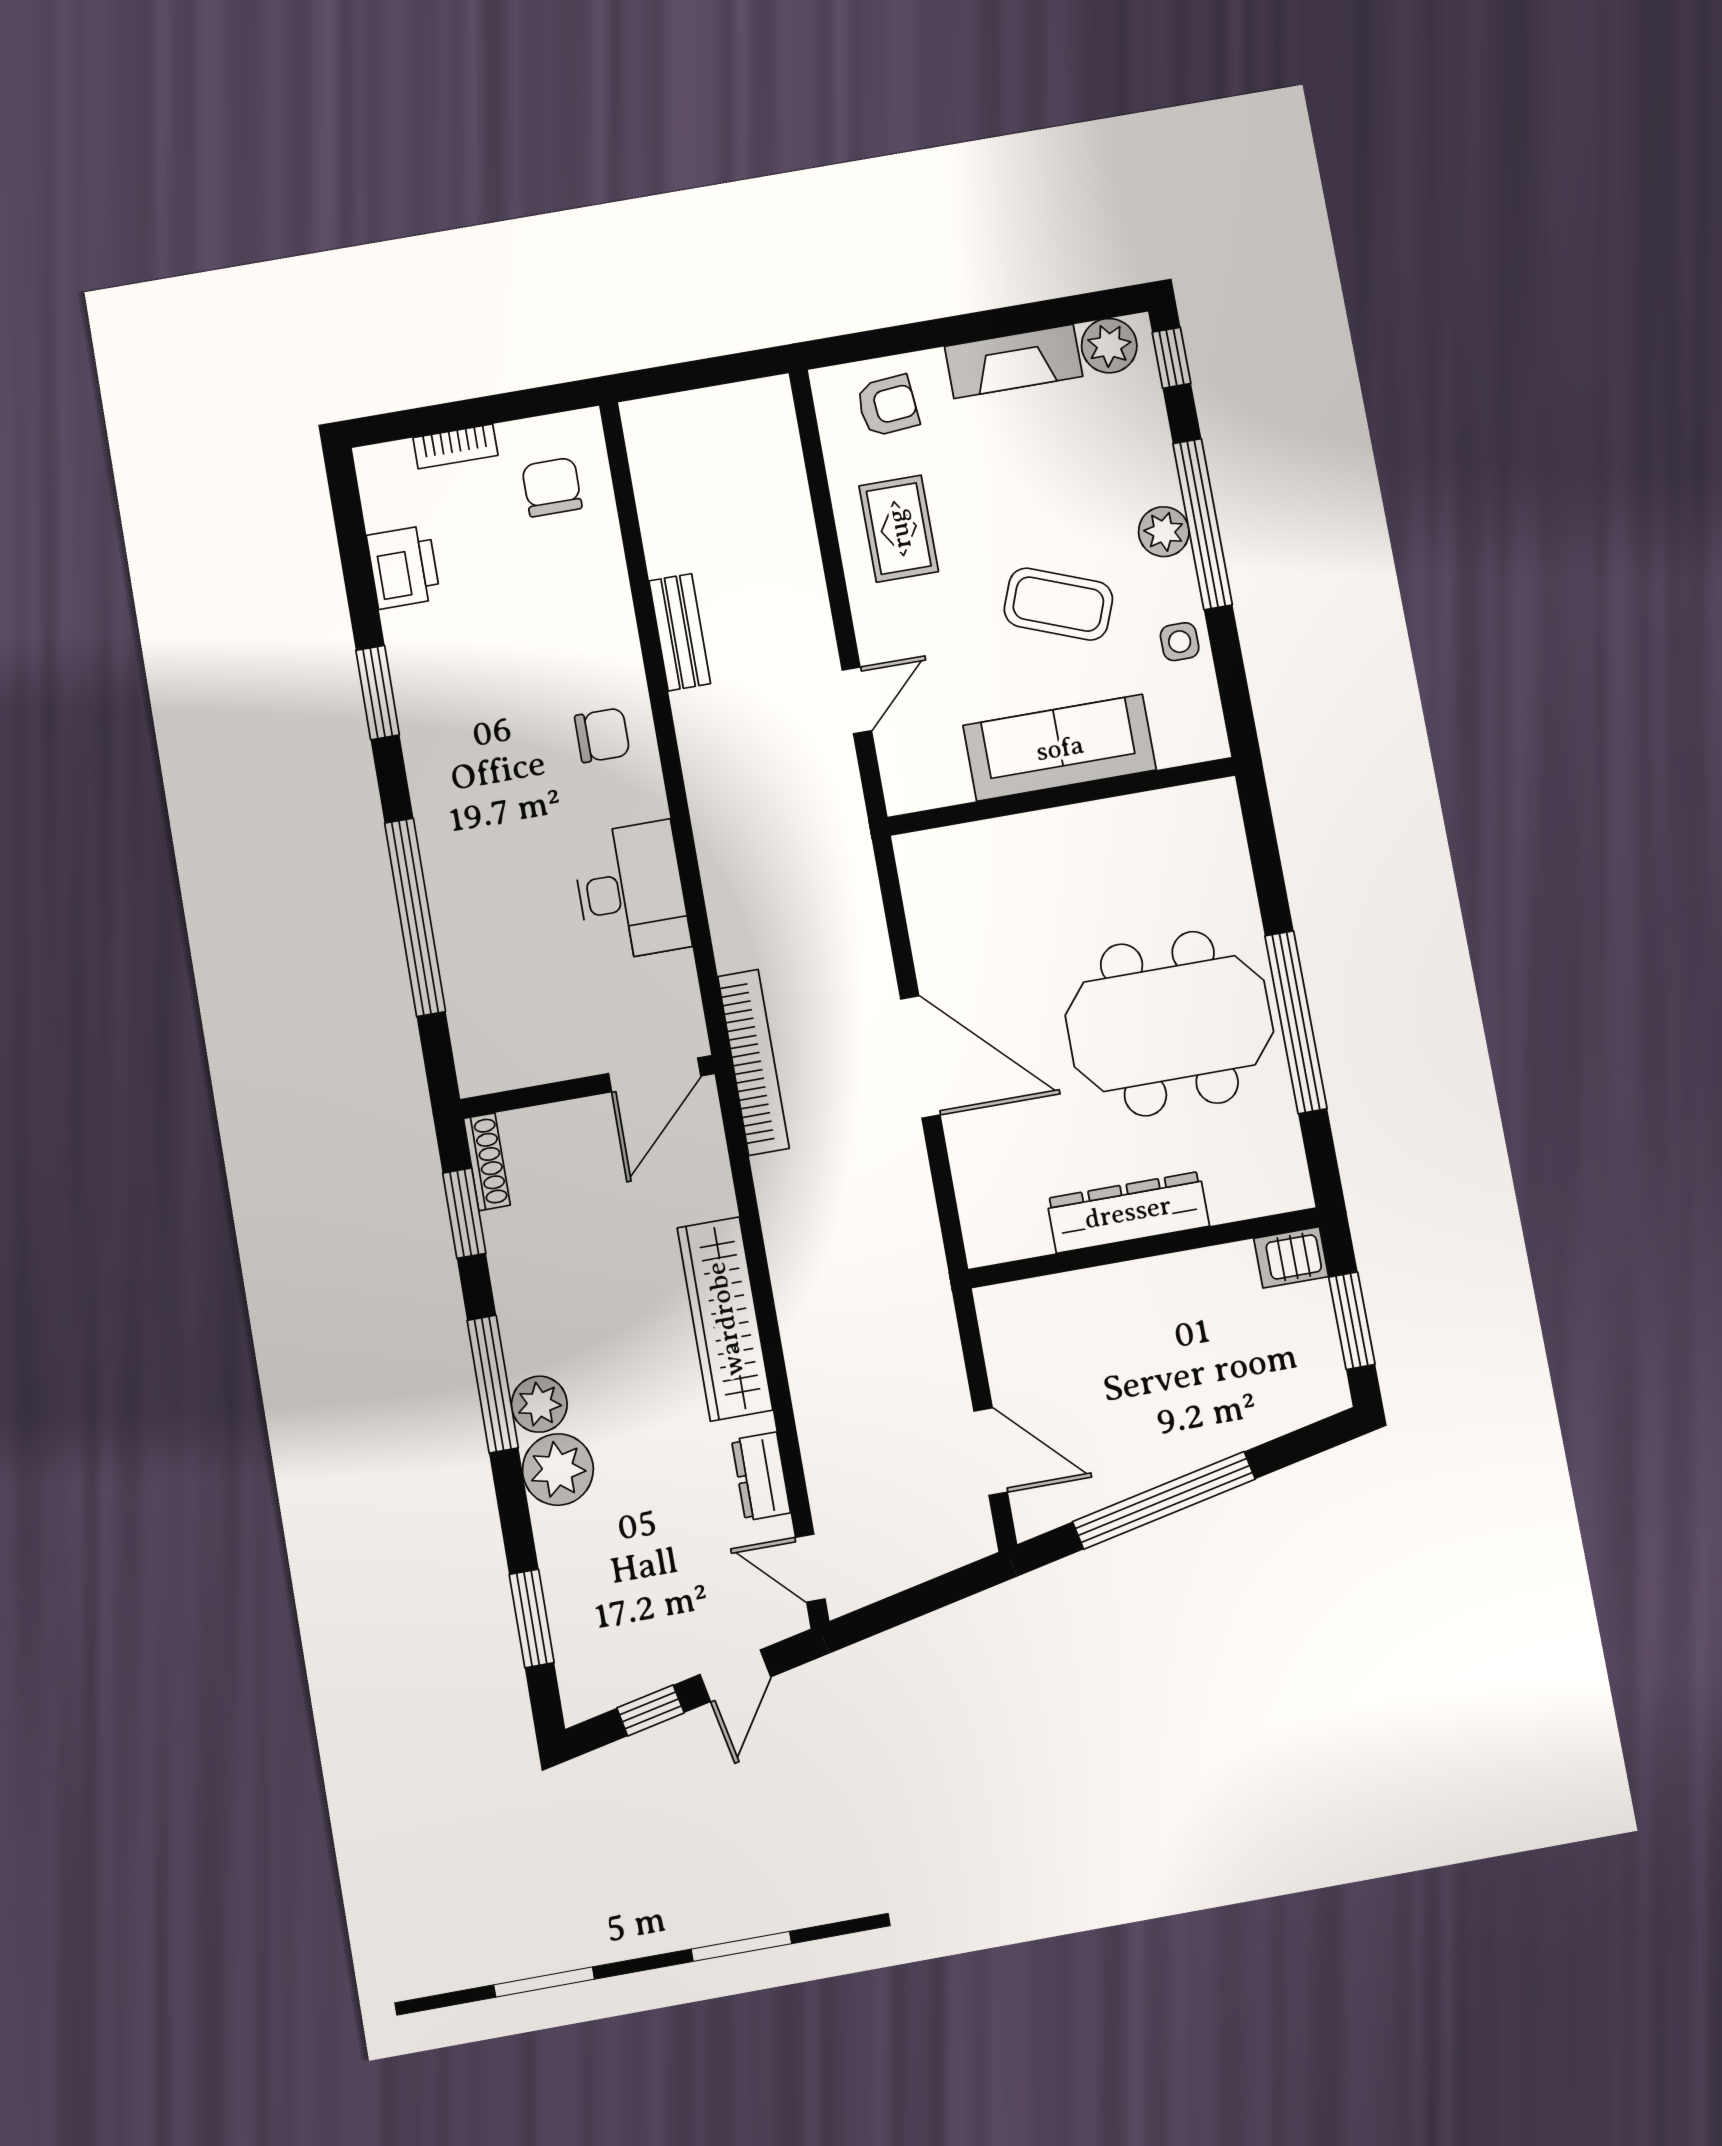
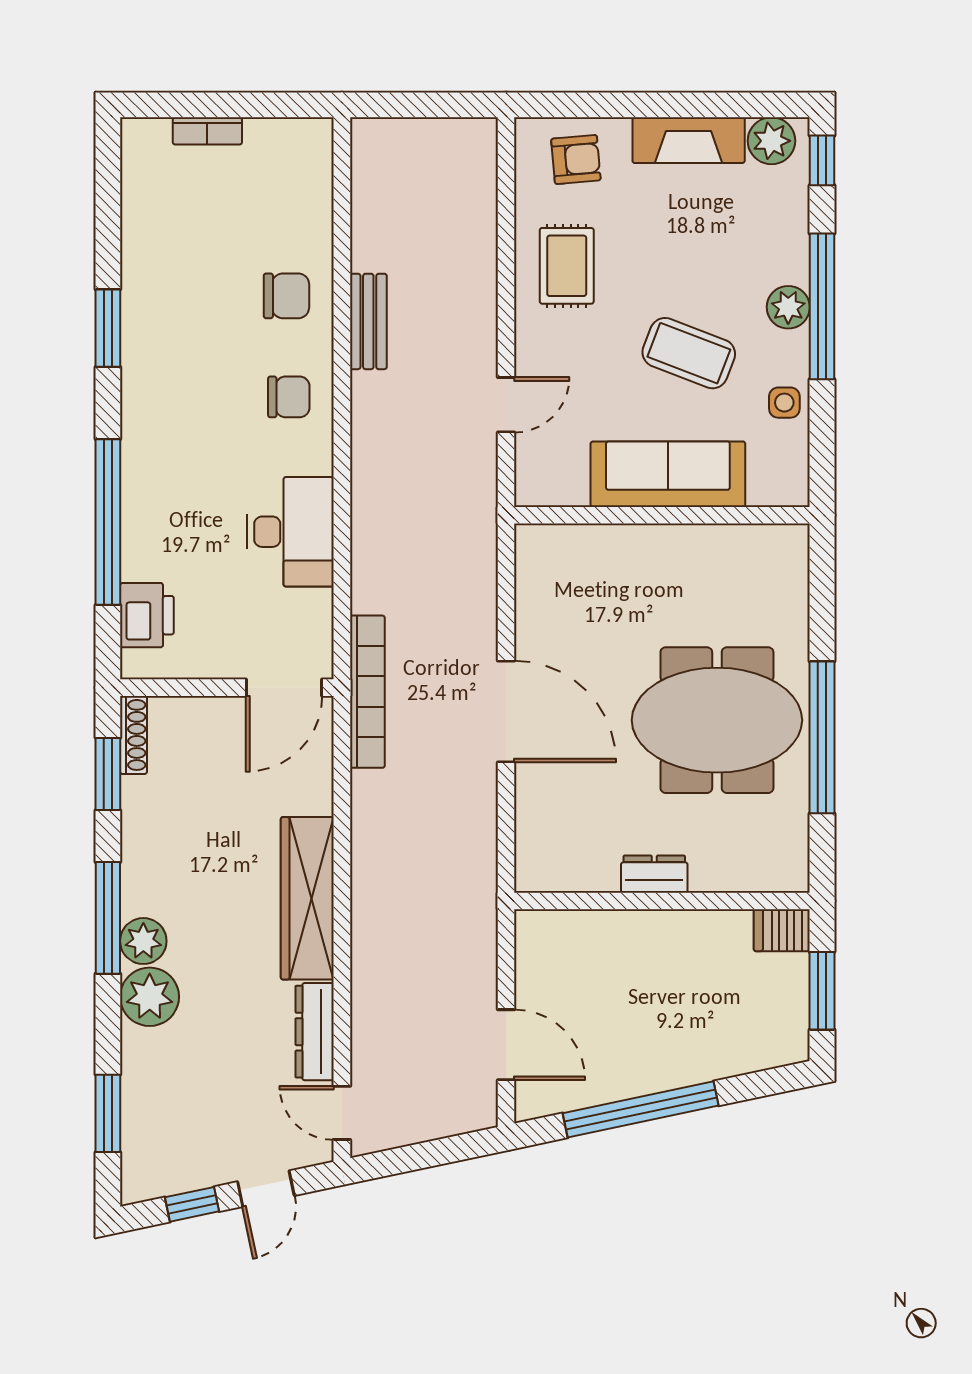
chair: (552, 487) -> (286, 296), moved, turned 90
printer: (403, 567) -> (147, 615), moved
dresser: (1128, 1212) -> (654, 874), width x0.51, depth x0.80
dresser: (761, 1476) -> (315, 1032), width x1.44

